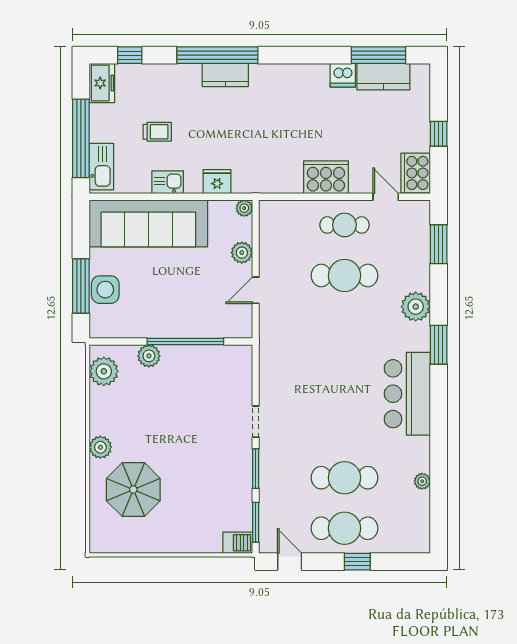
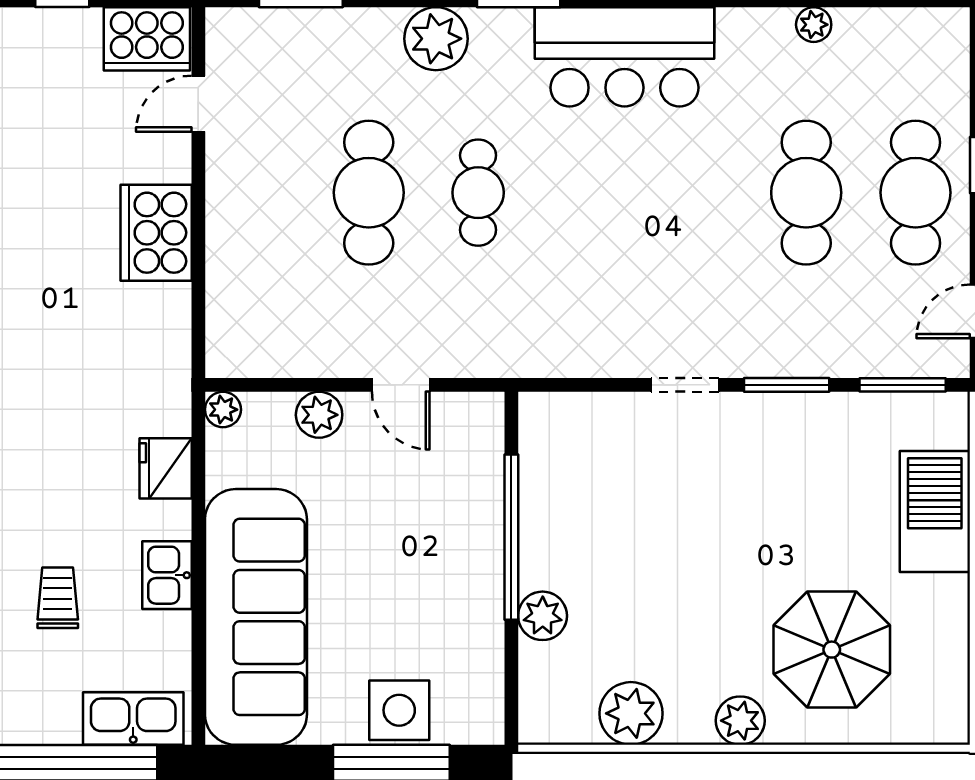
cafe table: (344, 225) -> (478, 193), moved
plant: (104, 371) -> (631, 713), moved
barbecue: (238, 543) -> (935, 511), moved, width x1.88, depth x1.53

